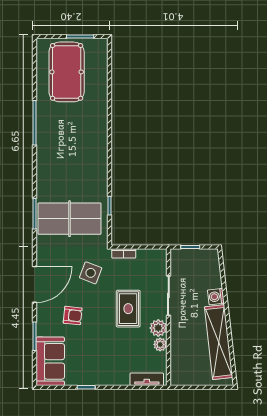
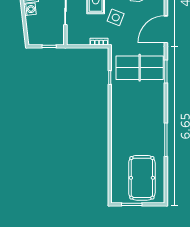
side table: (91, 273) -> (116, 17), moved
door: (35, 284) -> (166, 29), moved

